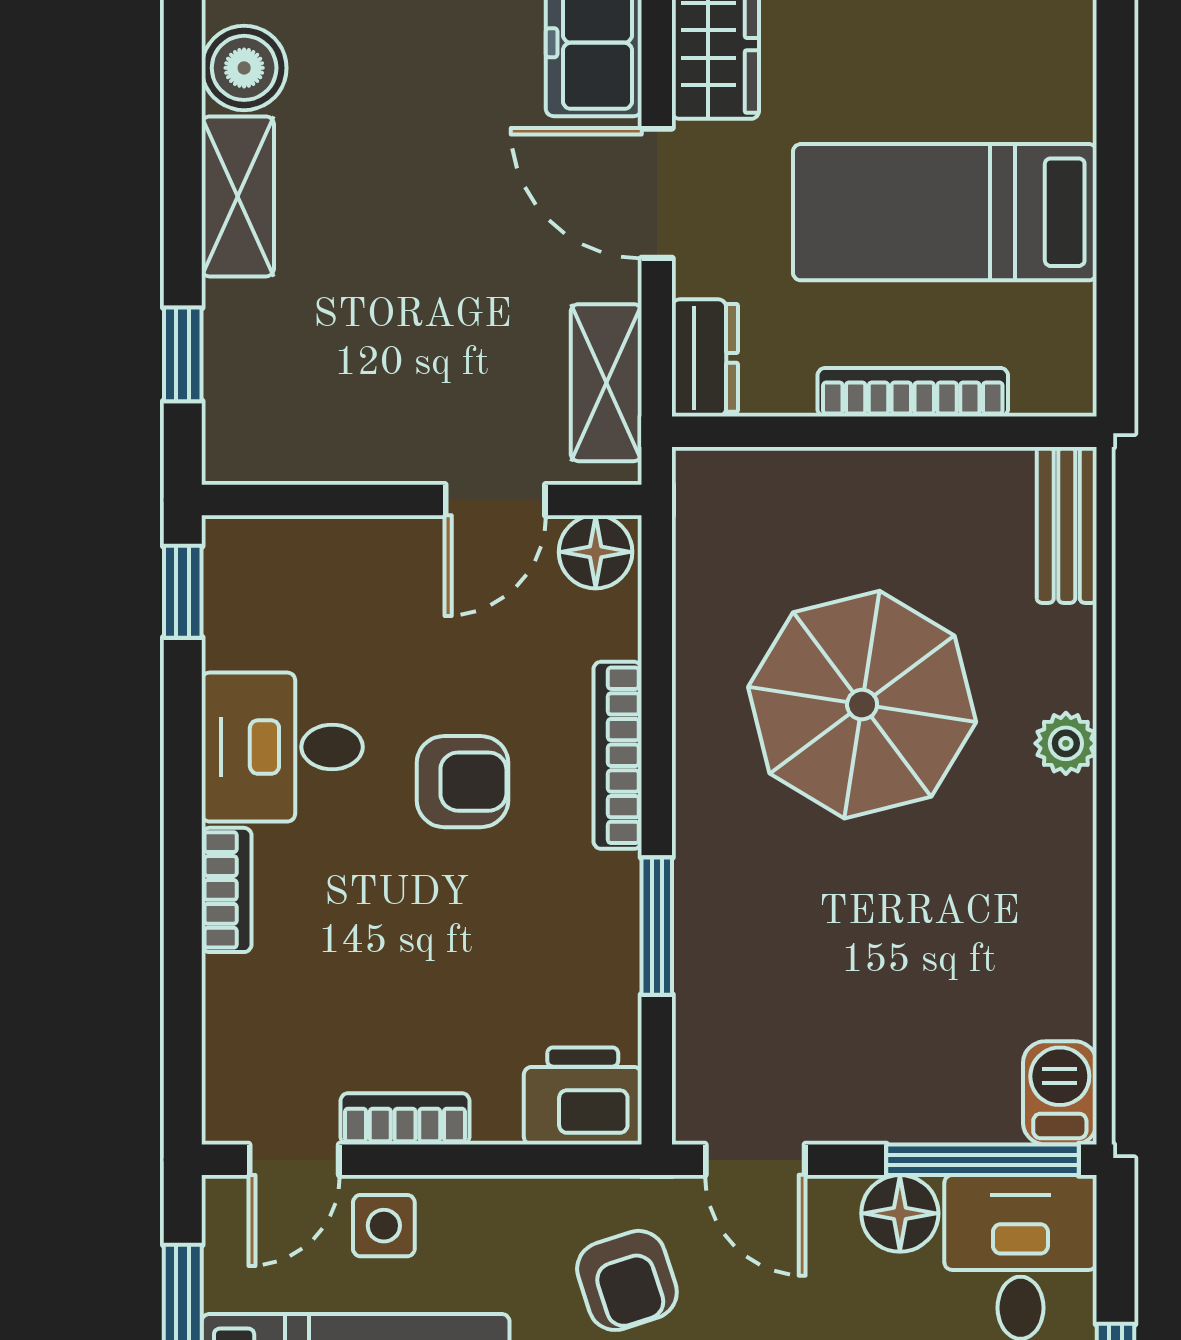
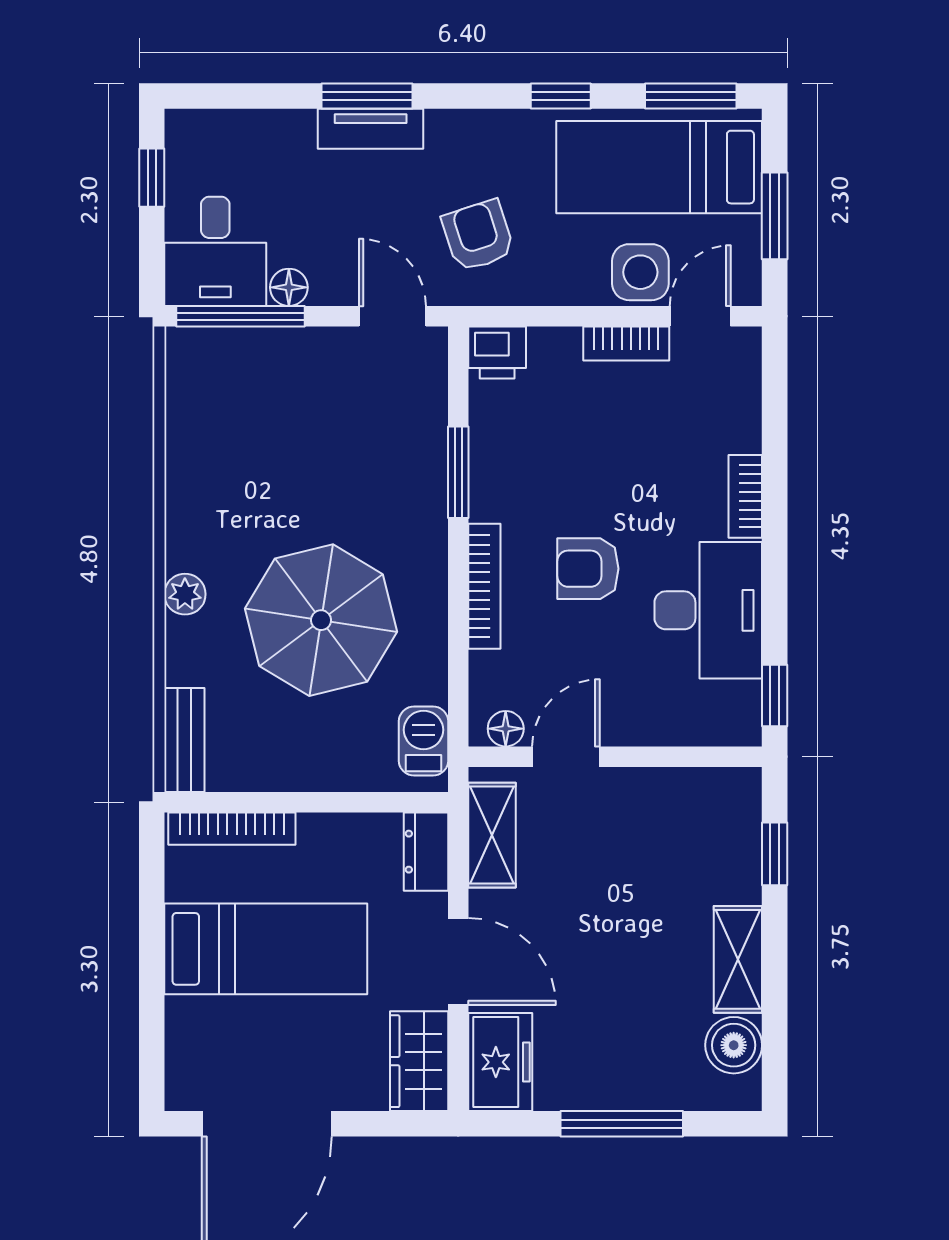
bookcase: (913, 392) -> (232, 829), moved
floor lamp: (596, 552) -> (506, 729), width x0.73, depth x0.73
desk: (282, 747) -> (708, 610), width x1.37
barbecue: (1060, 1093) -> (424, 741), moved, turned 180
printer: (583, 1096) -> (497, 352), width x0.73, depth x0.81
floor lamp: (900, 1213) -> (289, 287), width x0.73, depth x0.73
side table: (384, 1226) -> (640, 272), width x1.37, depth x1.37

